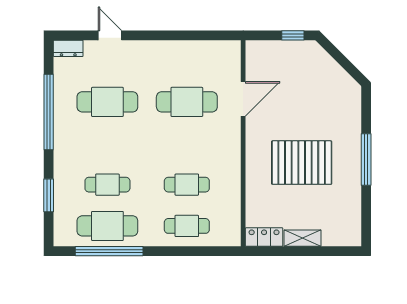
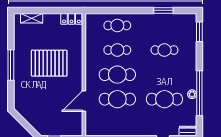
plant: (61, 110) -> (192, 94), added
window: (49, 195) -> (199, 32), moved
cafe table: (107, 226) -> (117, 75), moved
shelving: (303, 238) -> (32, 18), moved
window: (109, 251) -> (163, 10), width x0.47

